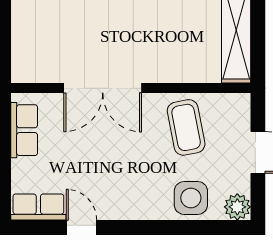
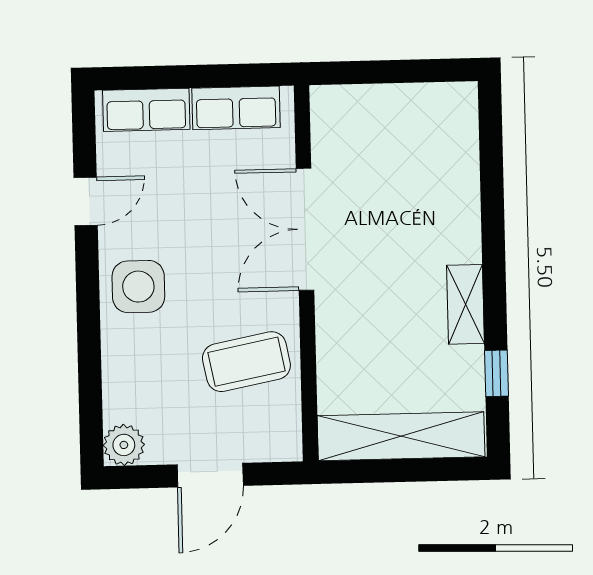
side table: (191, 198) -> (138, 287), moved
row of seats: (38, 207) -> (146, 110), moved, turned 90

